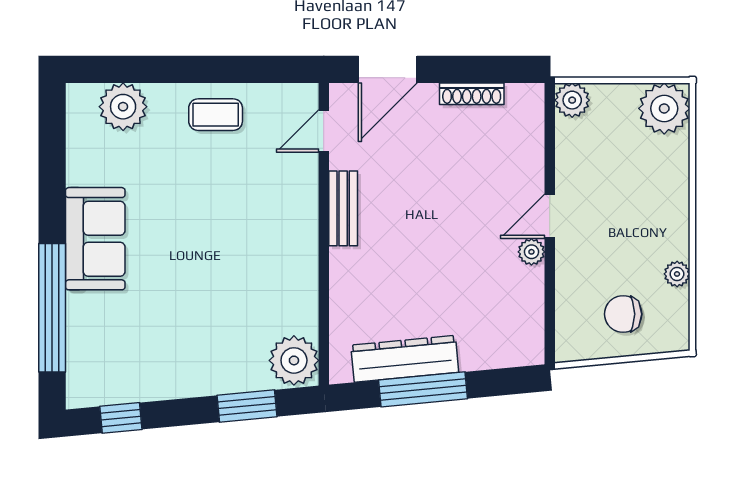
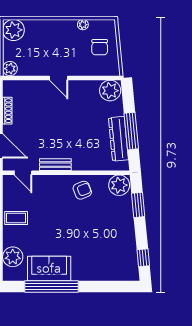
coffee table: (216, 115) -> (16, 218), turned 90
sofa: (95, 239) -> (49, 268), moved
plant: (531, 252) -> (110, 91), moved, width x1.88, depth x1.88
armchair: (282, 272) -> (82, 190), added
window: (52, 308) -> (52, 287), moved

